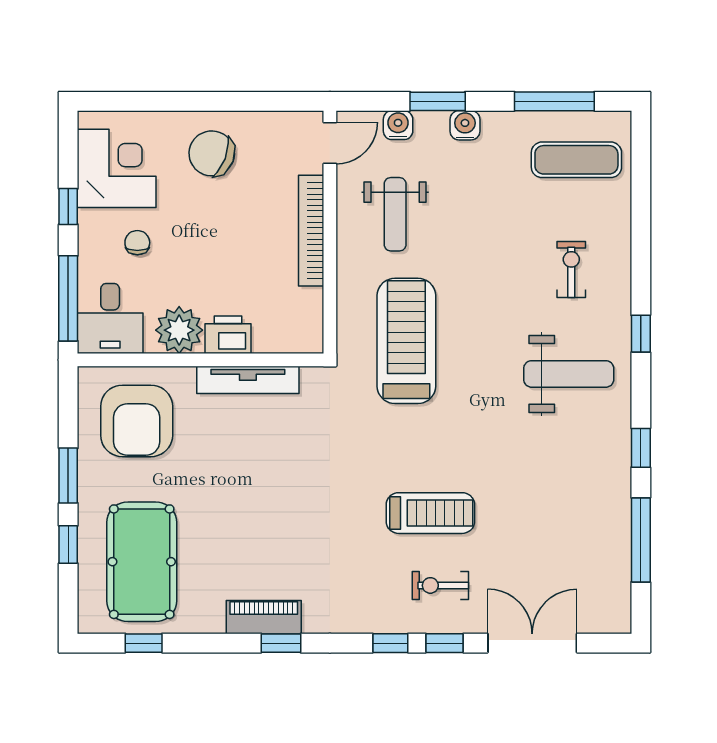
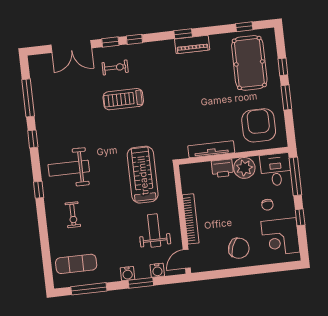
treadmill: (406, 341) -> (143, 175), turned 180

